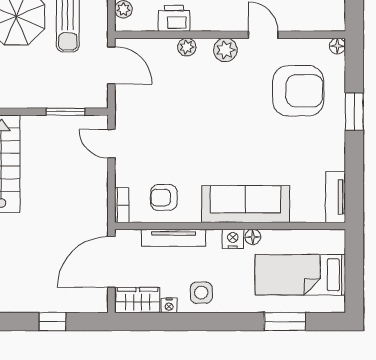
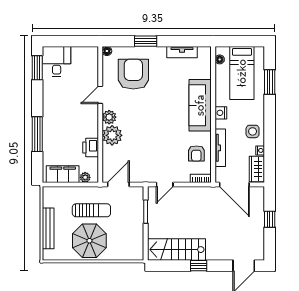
plant: (187, 47) -> (112, 135), width x1.87, depth x1.87
tv unit: (336, 197) -> (182, 52), moved
floor lamp: (253, 237) -> (220, 59), moved

